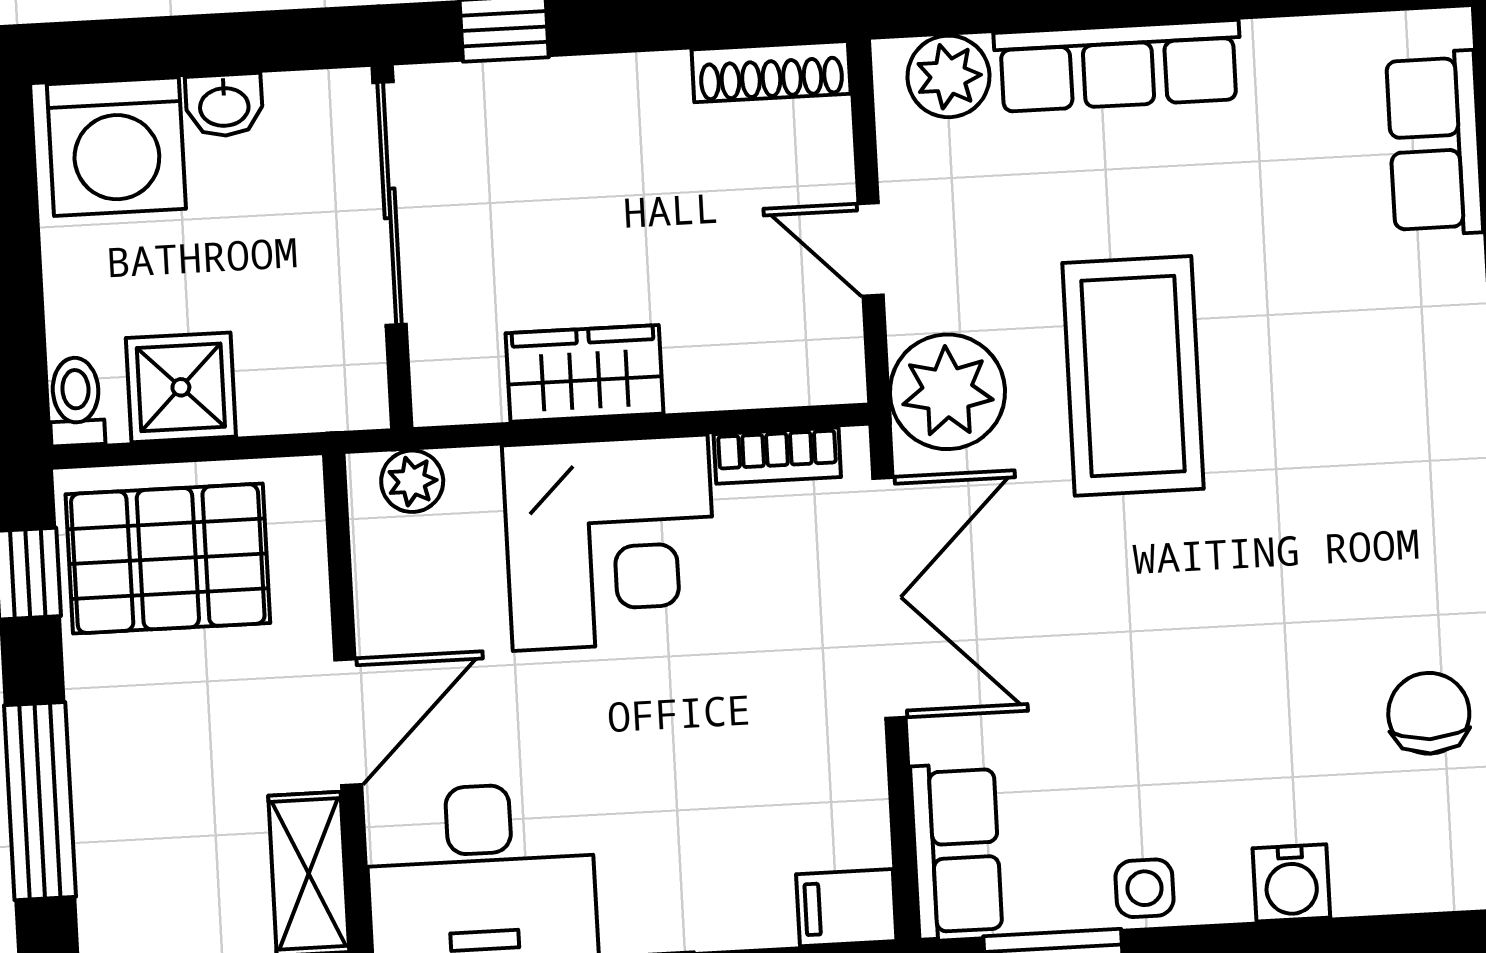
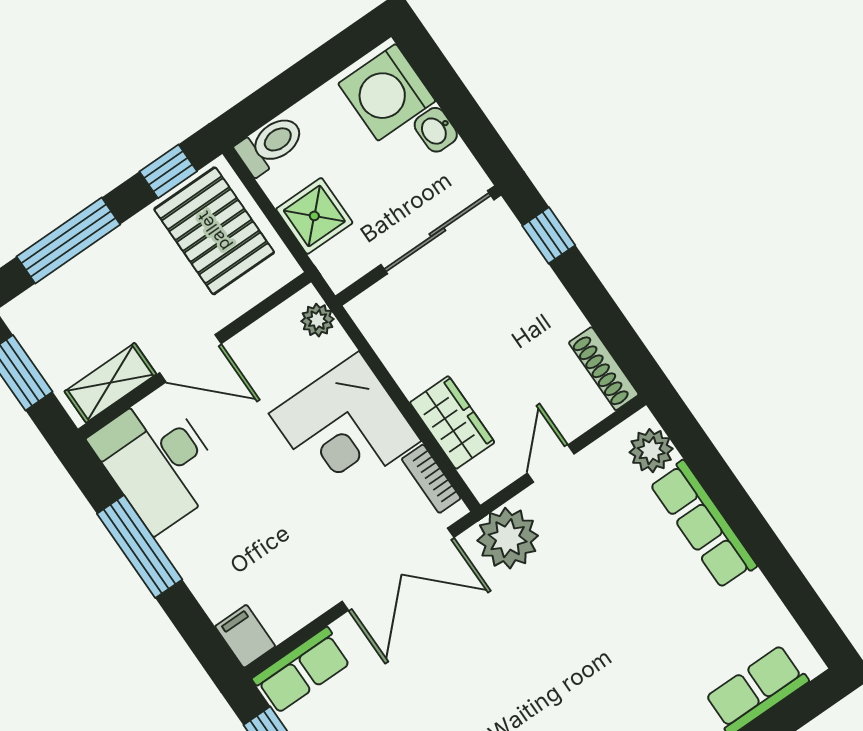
wardrobe: (585, 373) -> (452, 422), moved
coffee table: (1133, 376) -> (567, 618), removed
shower: (181, 387) -> (314, 216), moved
toilet: (76, 401) -> (270, 145), width x1.37, depth x1.39

